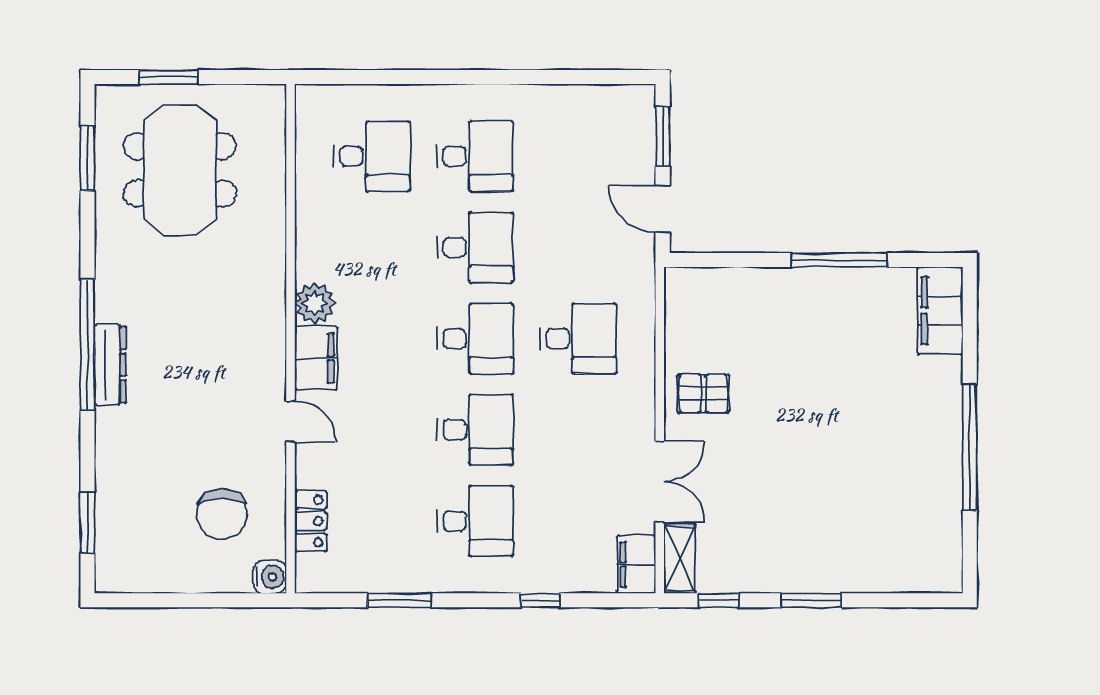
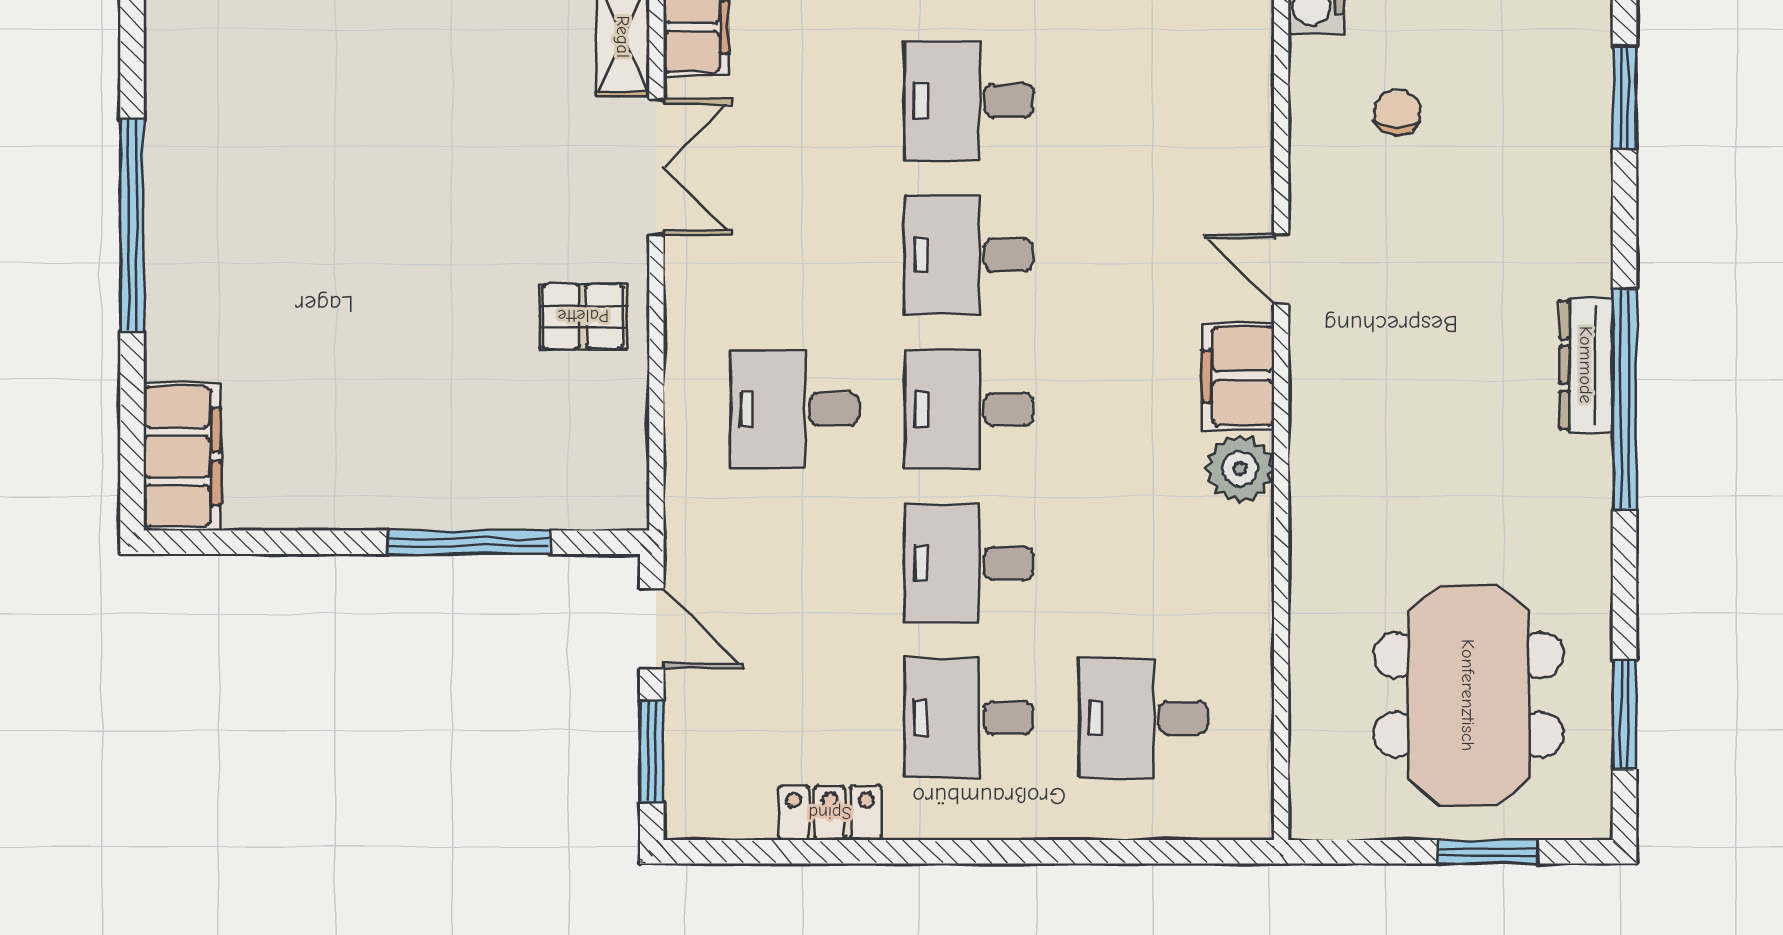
window: (839, 260) -> (469, 542), moved
double door: (660, 482) -> (656, 167), swing flipped
chair: (222, 514) -> (1397, 112), width x0.54, depth x0.54
locker: (311, 521) -> (830, 813), moved, turned 90

